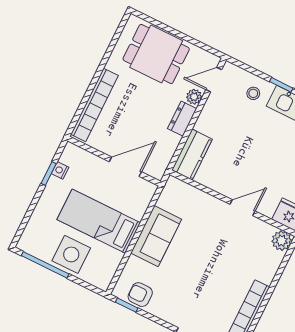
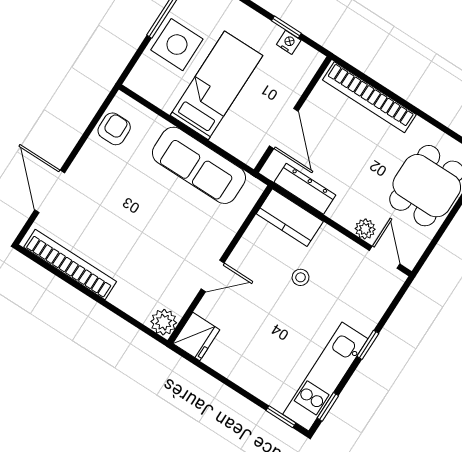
stool: (253, 93) -> (301, 277), moved
dresser: (182, 119) -> (305, 189), moved, width x1.44
door: (243, 208) -> (213, 276), hinge flipped
sofa: (156, 236) -> (199, 165), width x1.36
window: (127, 305) -> (102, 109), removed

